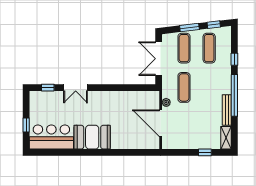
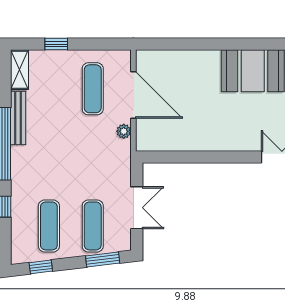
window: (189, 28) -> (103, 260), moved
double door: (159, 59) -> (137, 208), width x0.73
exercise mat: (184, 87) -> (93, 89), moved

